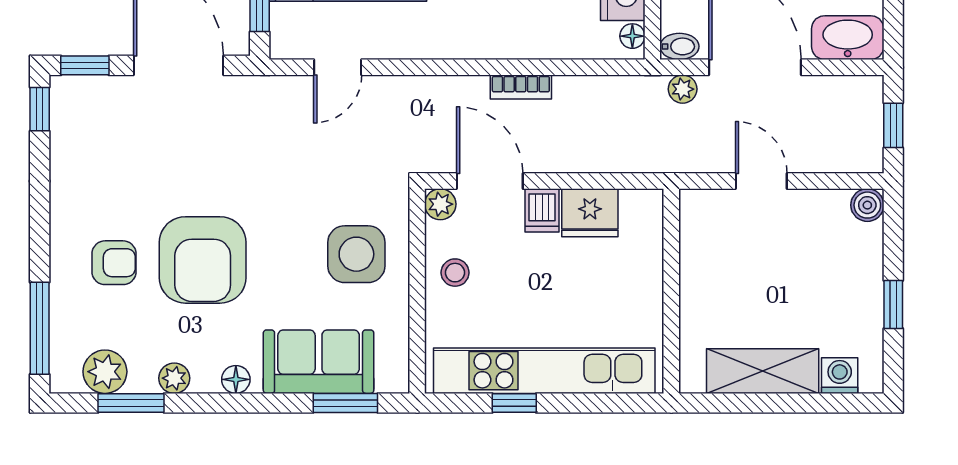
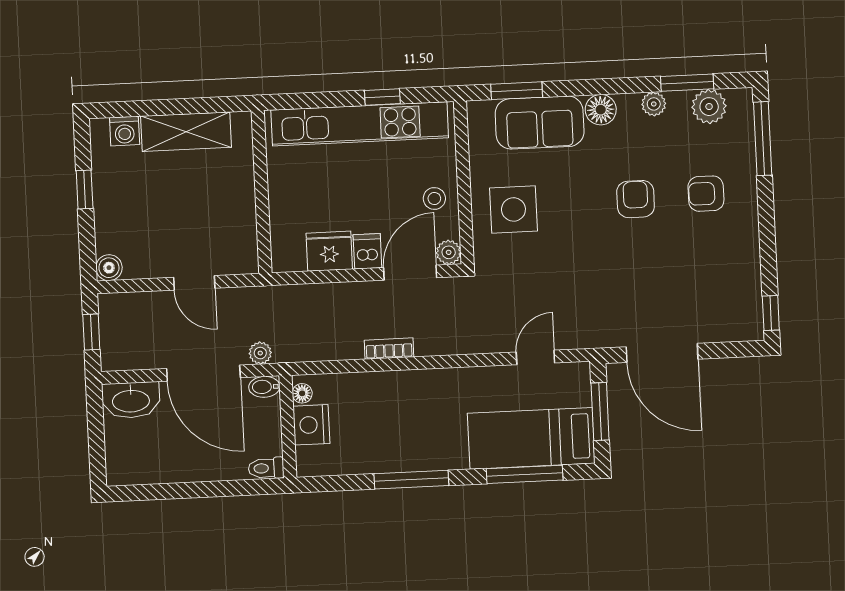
window: (85, 65) -> (737, 349), removed
door: (490, 181) -> (410, 273), swing flipped
armchair: (203, 260) -> (636, 199), width x0.53, depth x0.53
floor lamp: (236, 379) -> (601, 110), width x1.37, depth x1.37

